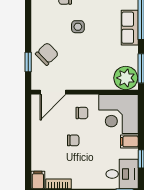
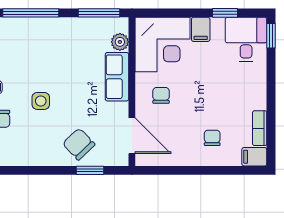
row of seats: (130, 28) -> (117, 77), moved, turned 90
plant: (126, 78) -> (120, 42), width x0.53, depth x0.53
chair: (73, 140) -> (212, 138), moved

